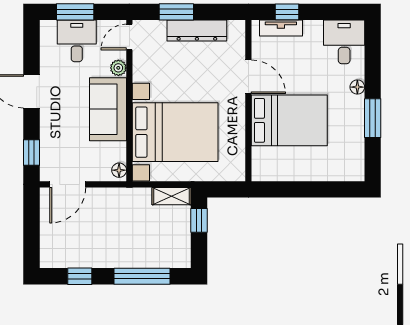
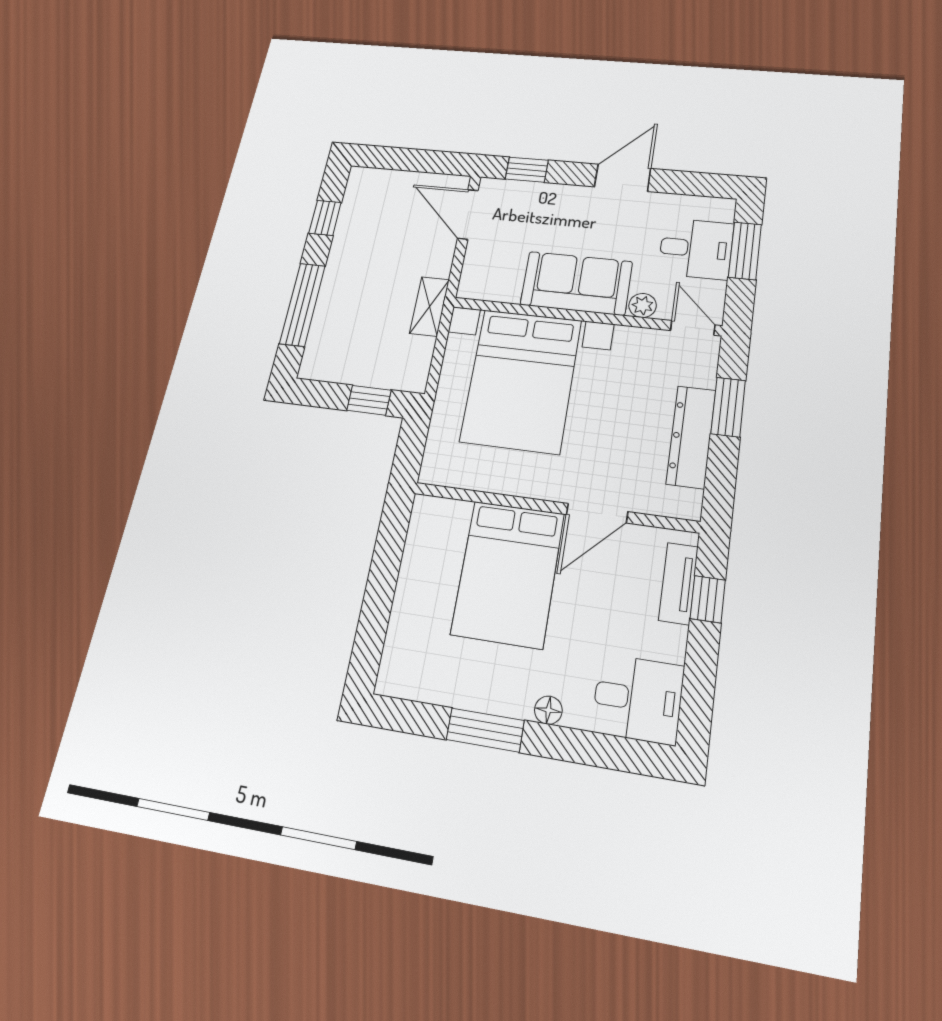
floor lamp: (119, 170) -> (475, 289), removed
shelving: (172, 196) -> (429, 306), moved

